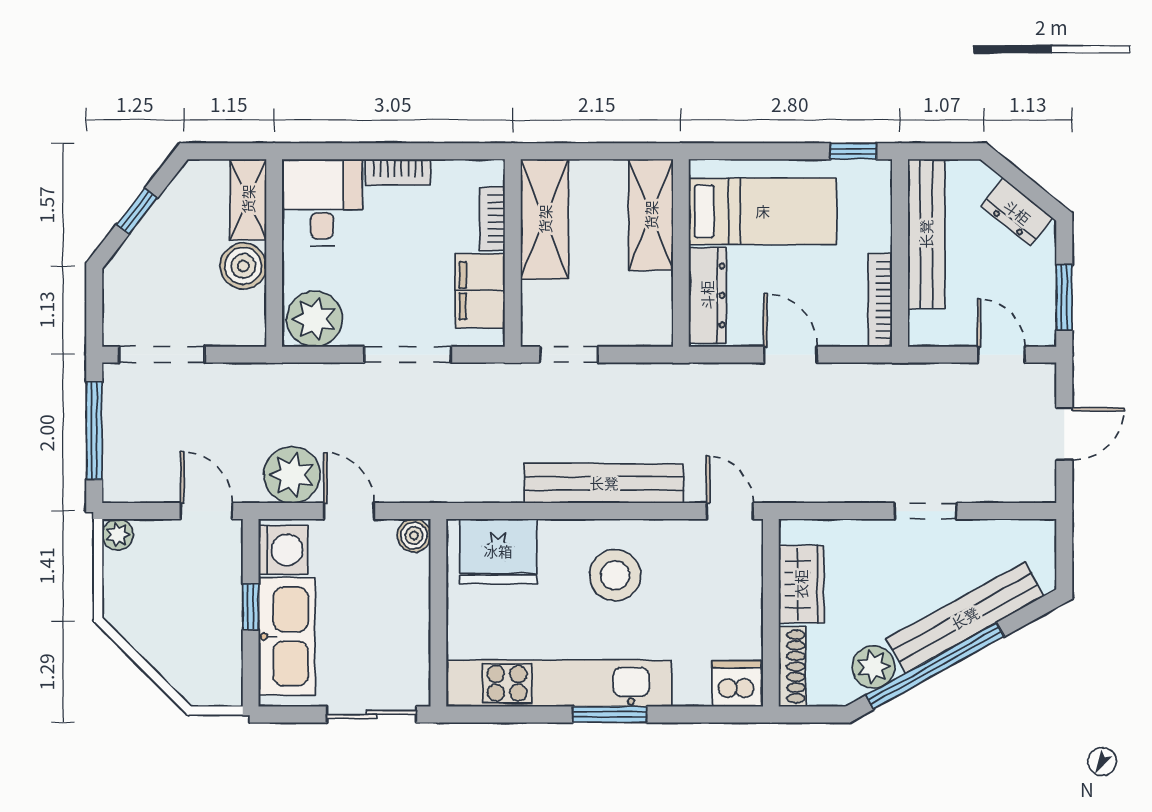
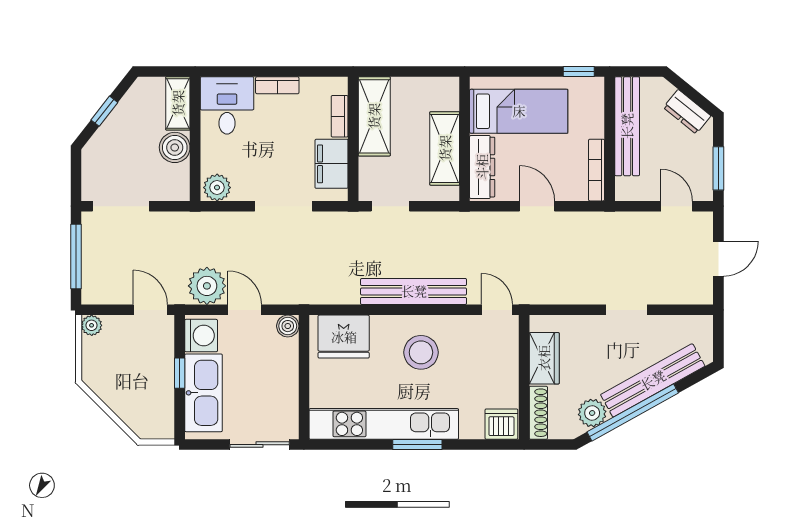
shelving: (651, 215) -> (445, 148), moved
plant: (315, 319) -> (217, 188), width x0.73, depth x0.73

